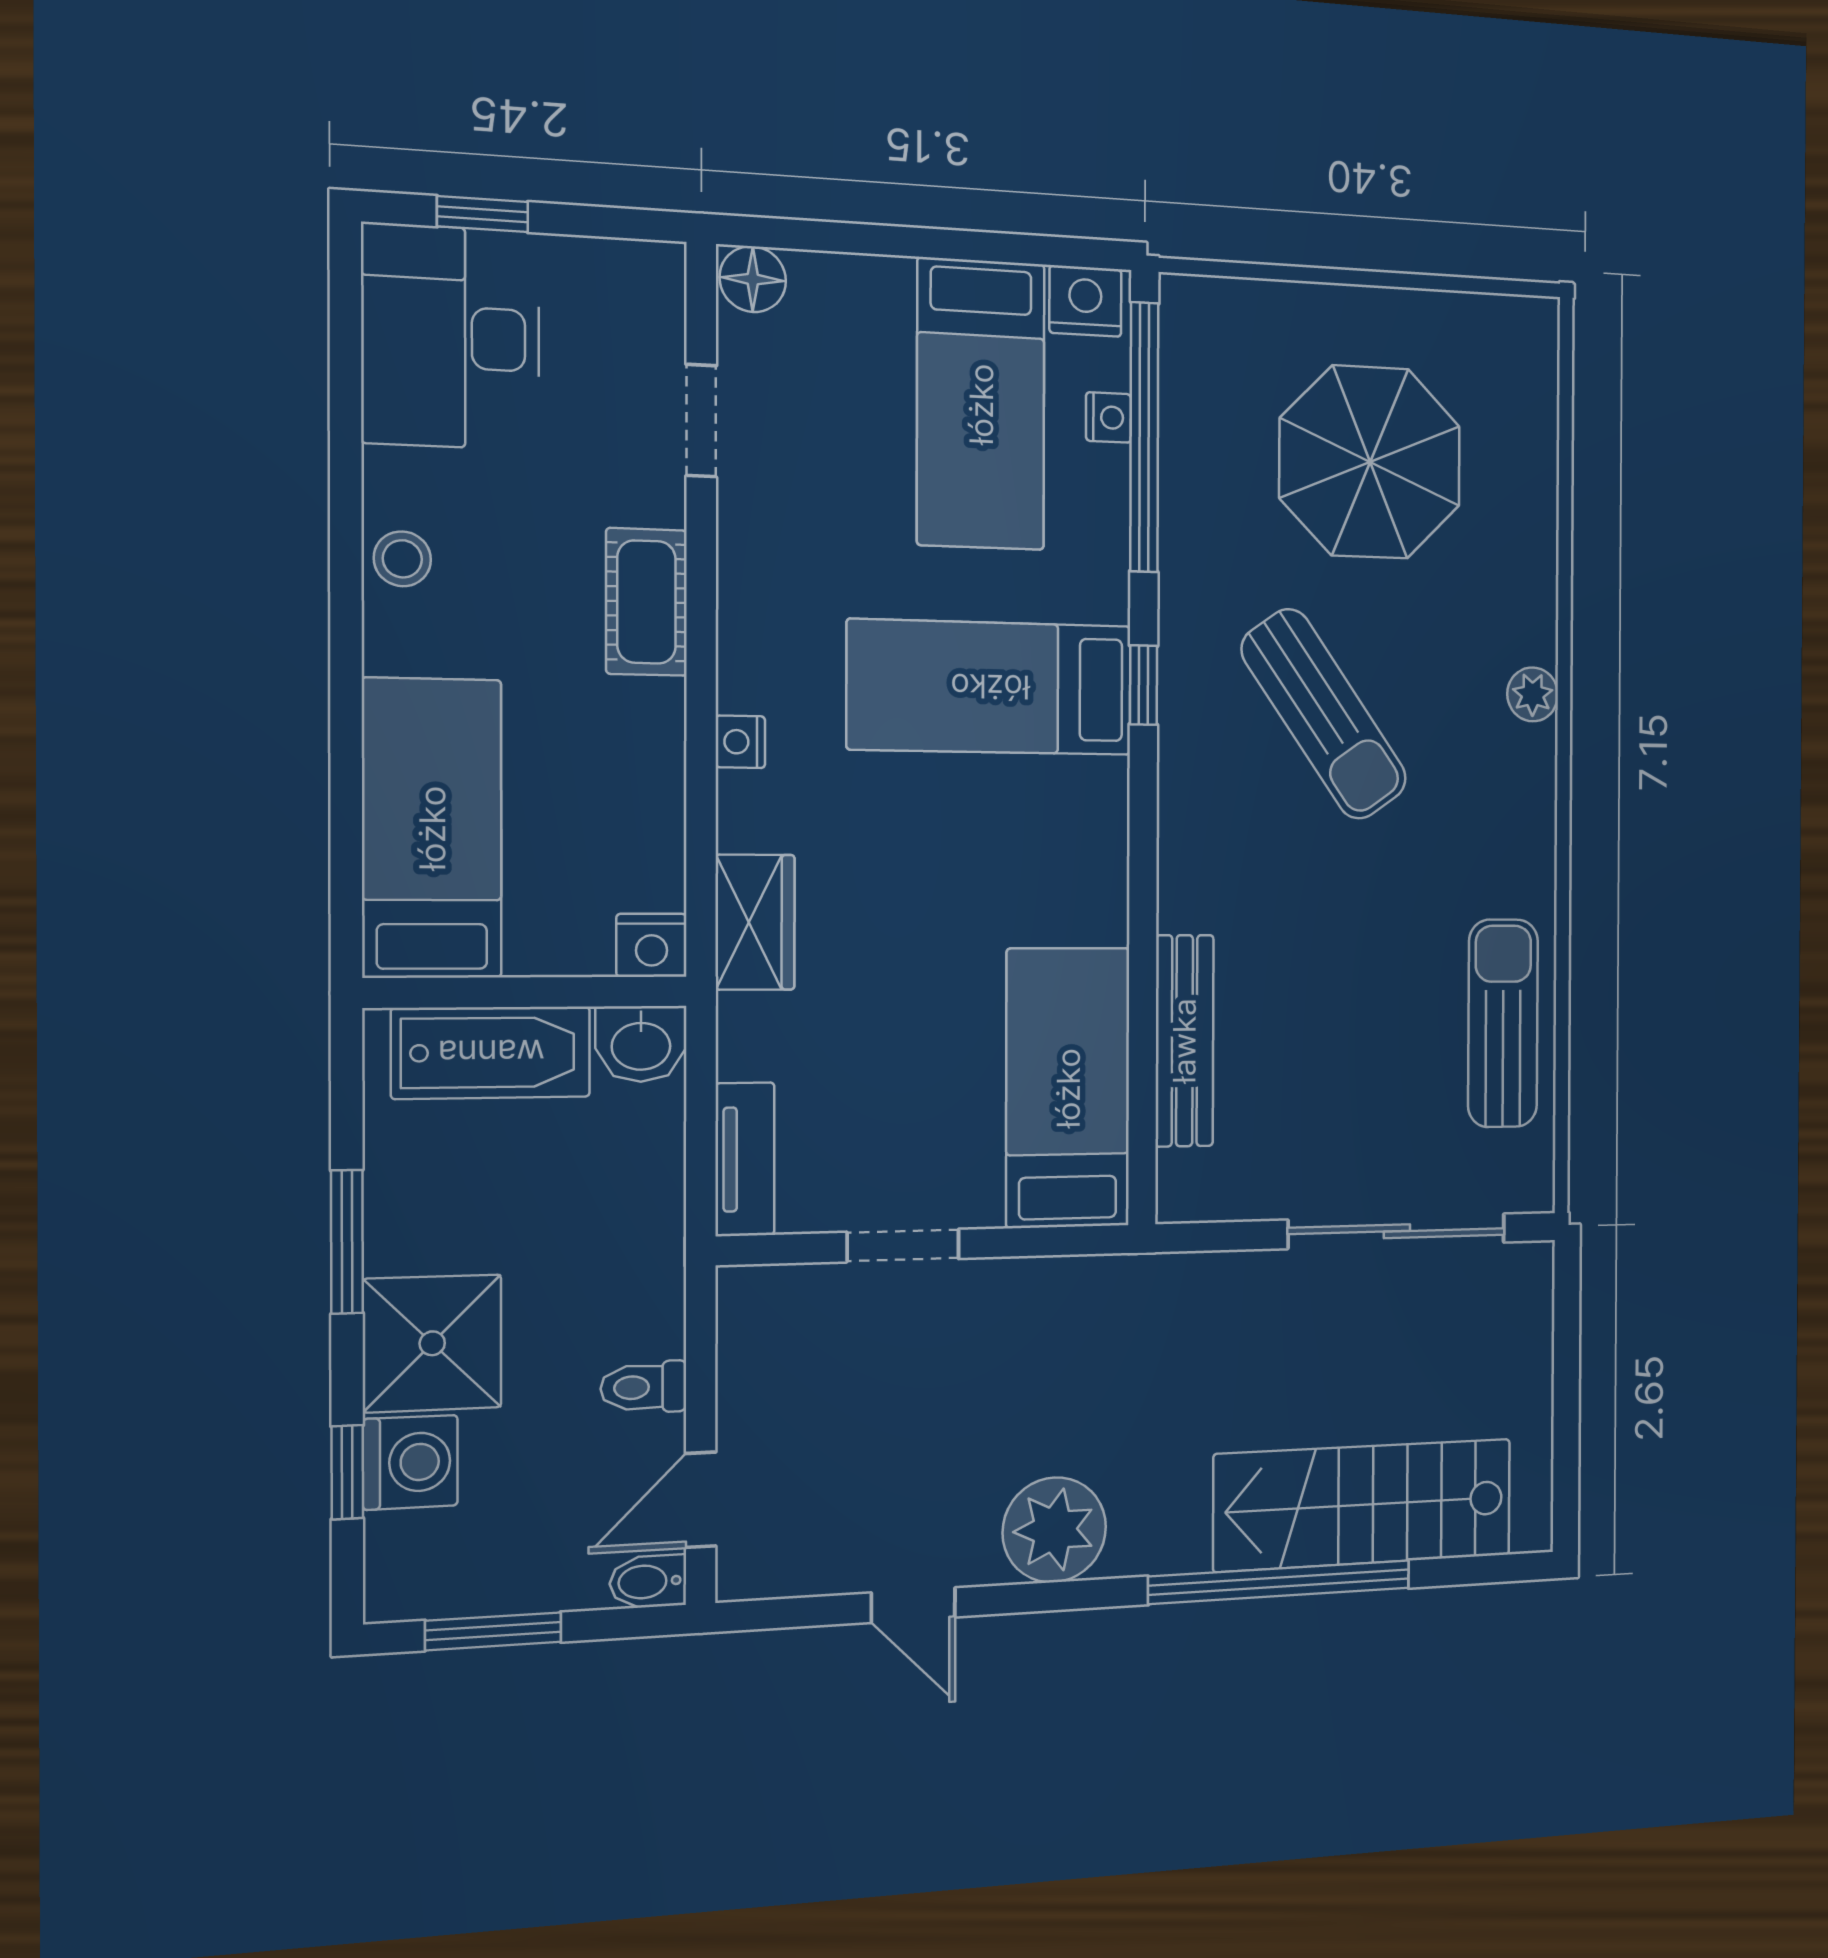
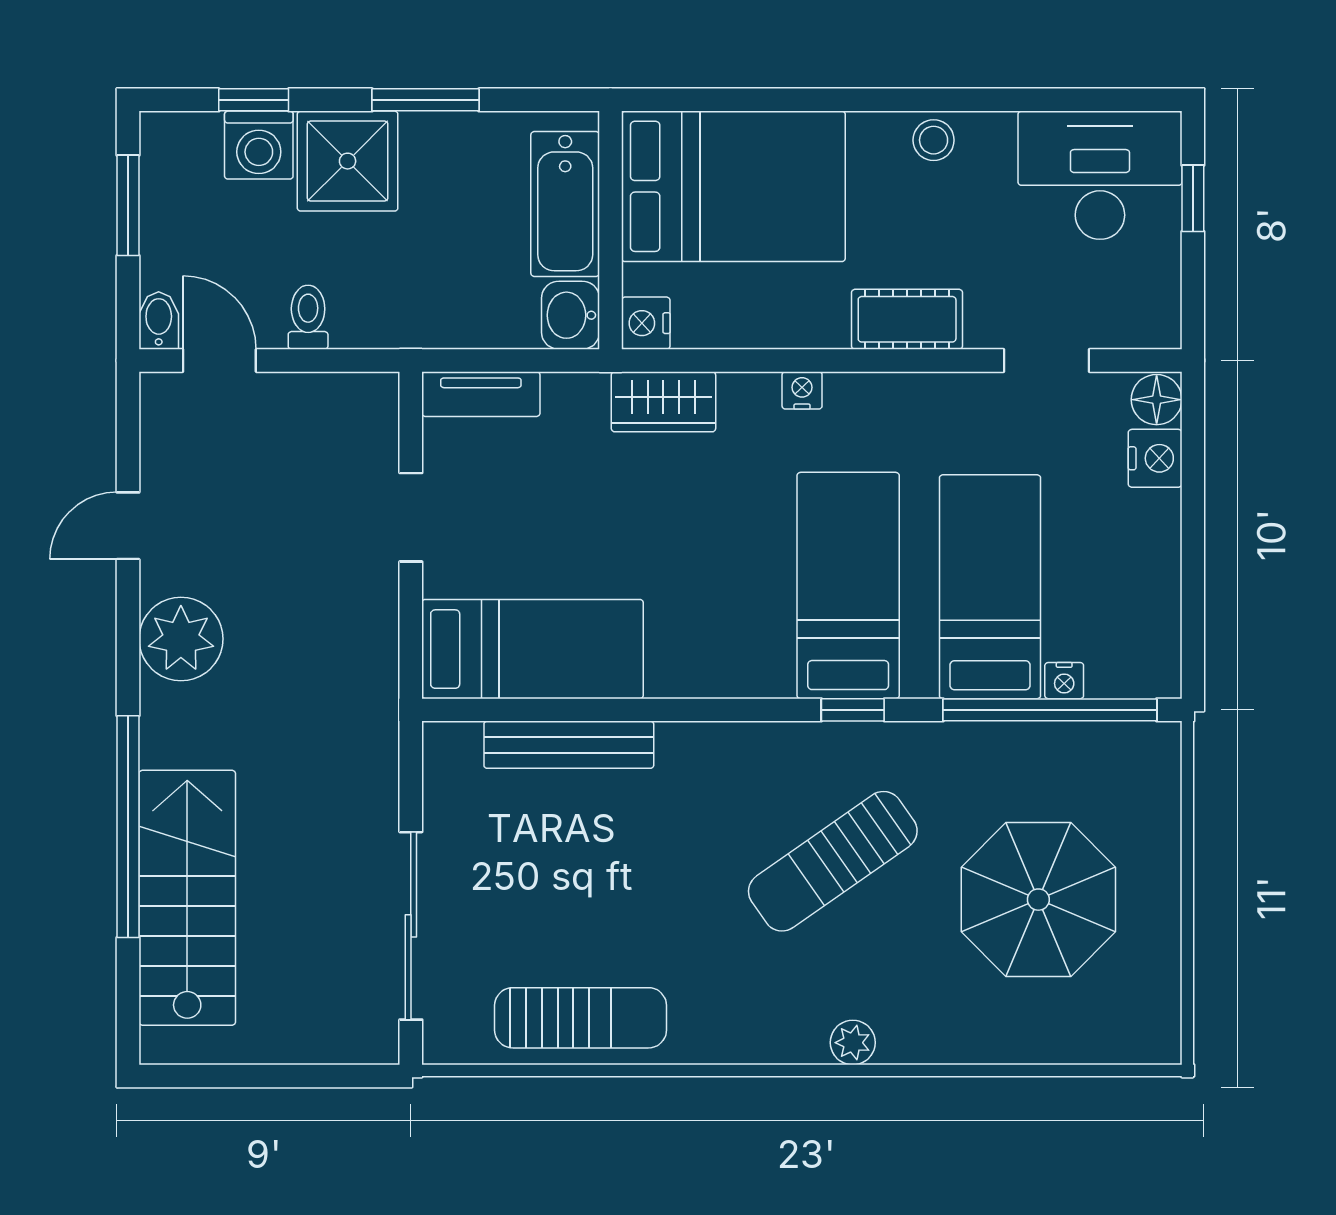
nightstand: (1085, 301) -> (1155, 458), moved
bed: (981, 404) -> (990, 587), moved, turned 90
bed: (432, 828) -> (733, 186), width x1.50

